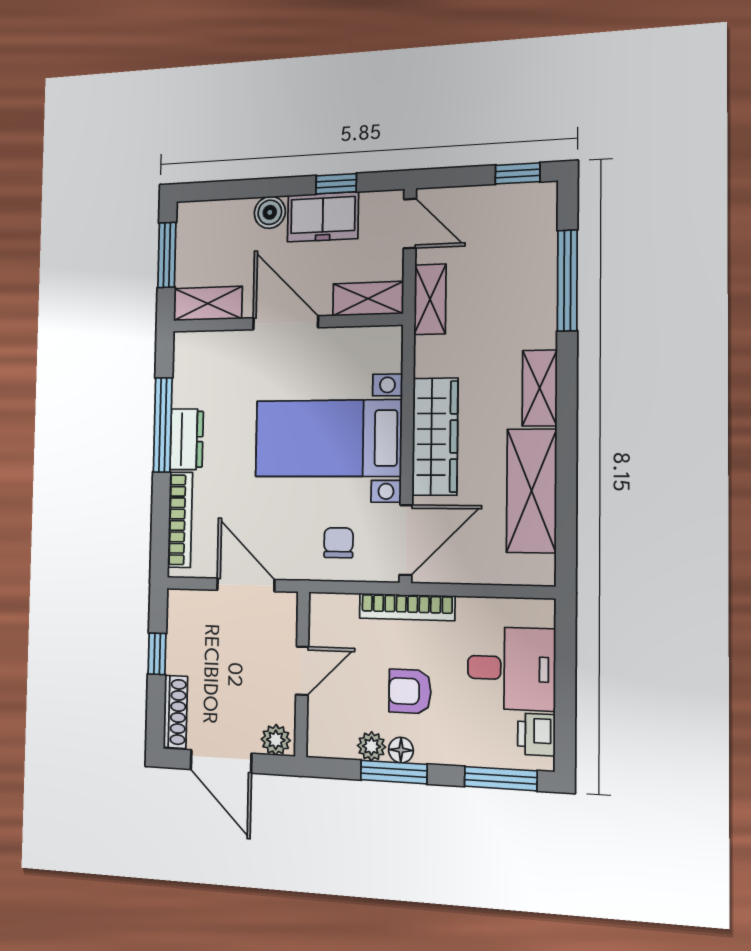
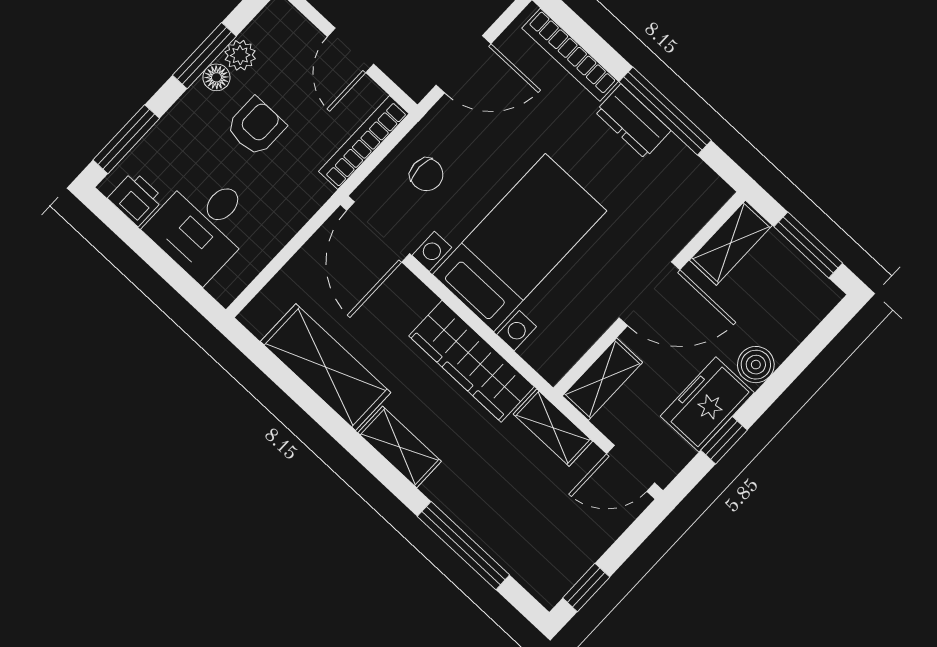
wardrobe: (435, 437) -> (472, 361), moved
bookcase: (407, 607) -> (364, 142), moved

